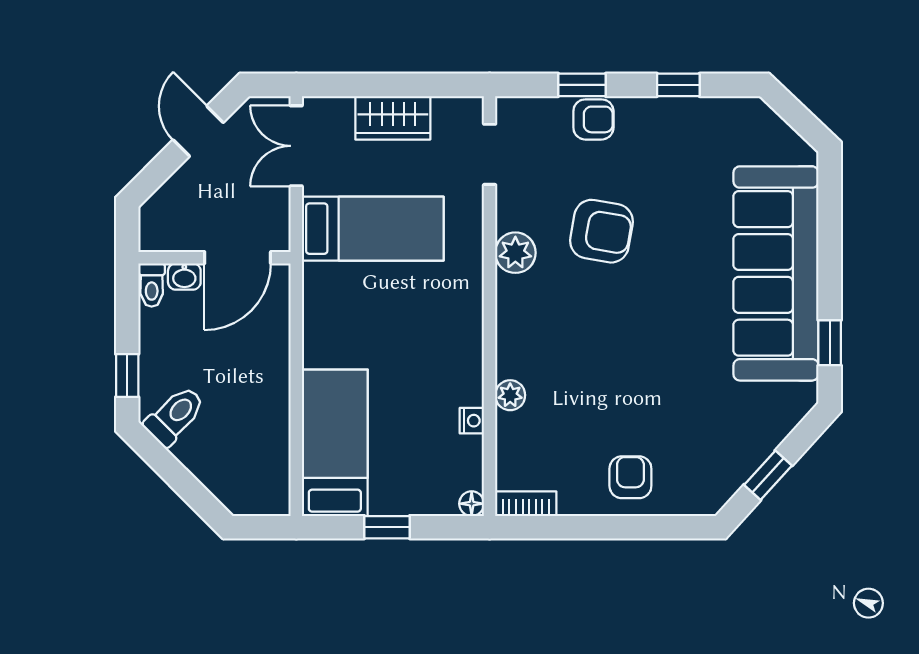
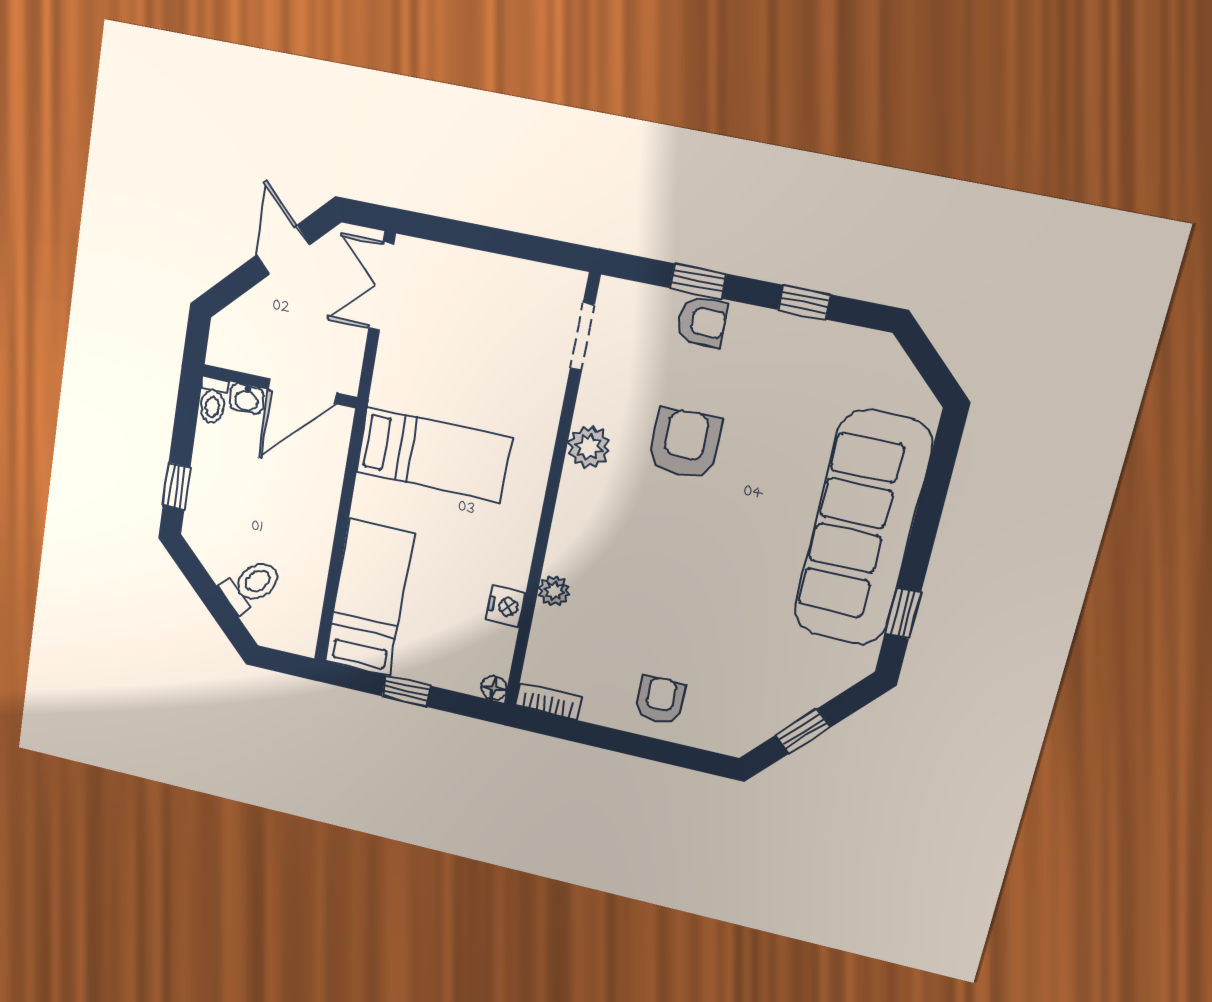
wardrobe: (393, 118) -> (487, 276), removed
bed: (373, 229) -> (434, 455), moved
armchair: (601, 231) -> (685, 444), turned -100
toilet: (175, 416) -> (251, 586), moved
nightstand: (472, 421) -> (506, 607), width x1.39, depth x1.35

